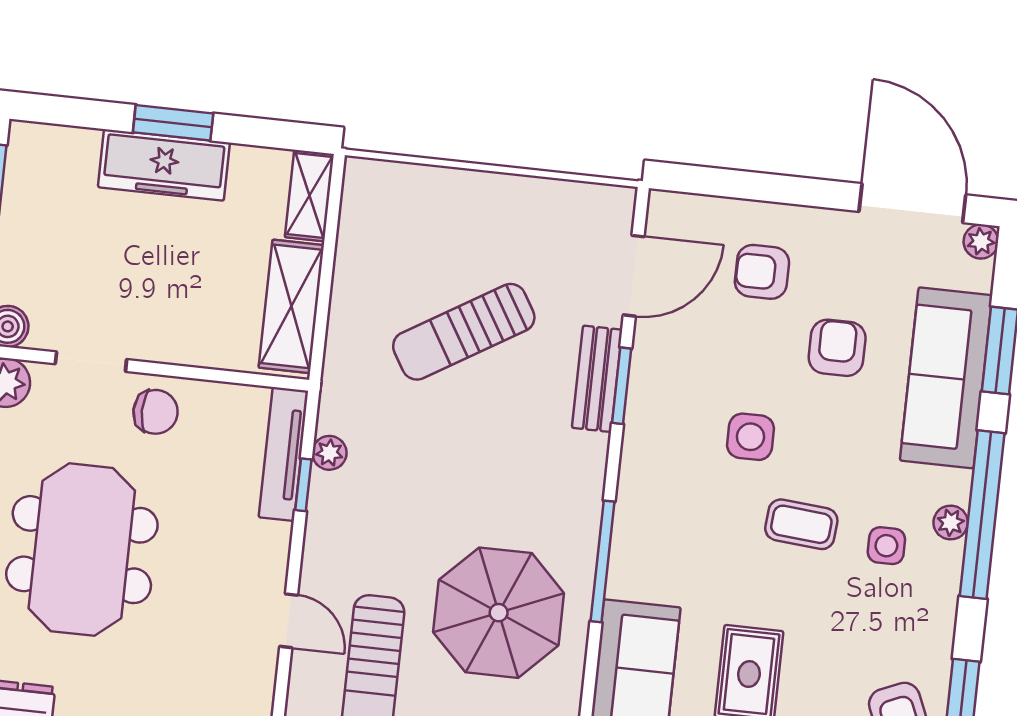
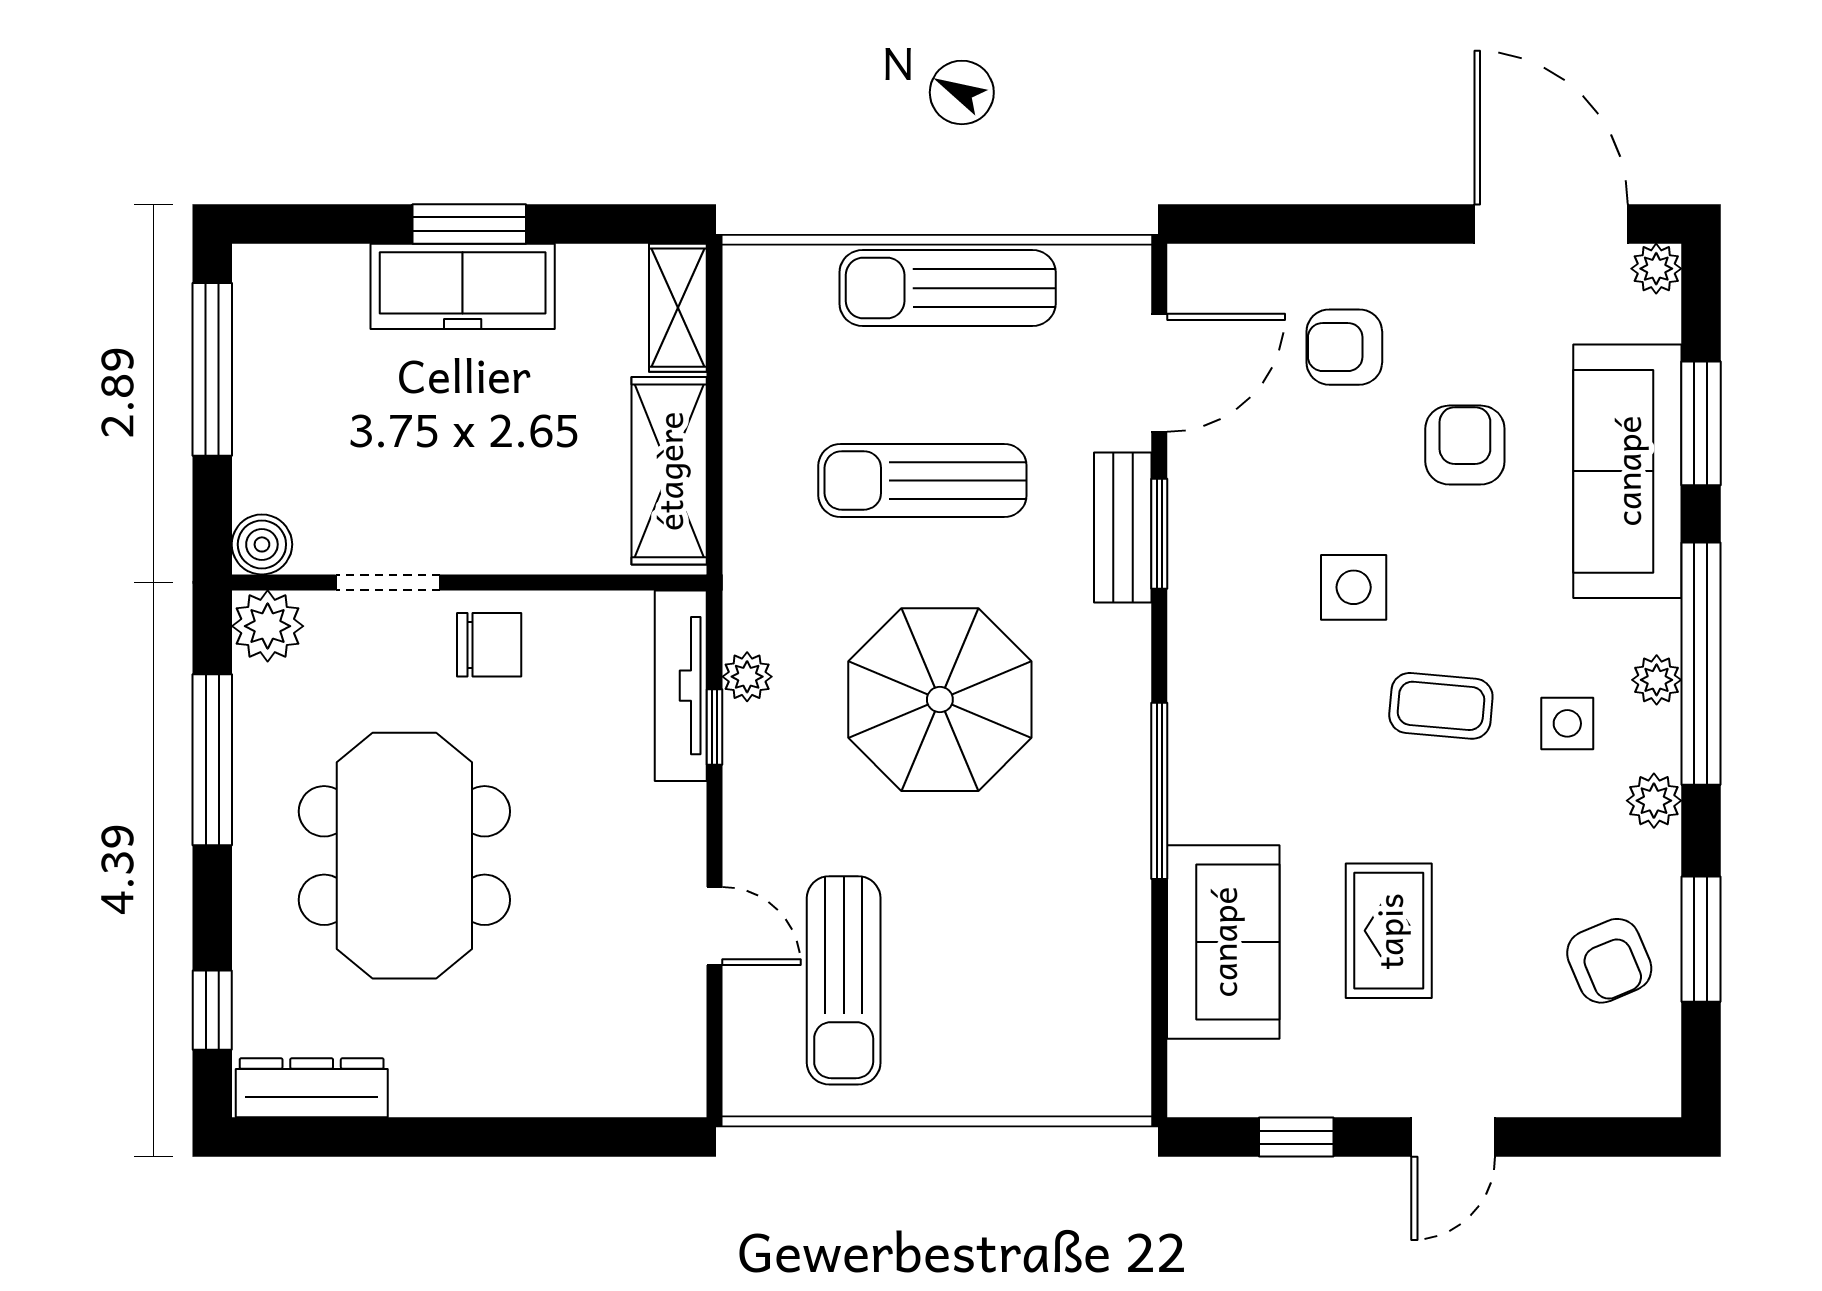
sun lounger: (495, 202) -> (948, 288), added
sun lounger: (464, 332) -> (922, 480), turned 31
plant: (940, 605) -> (1654, 801), added
parasol: (499, 613) -> (940, 700), moved

